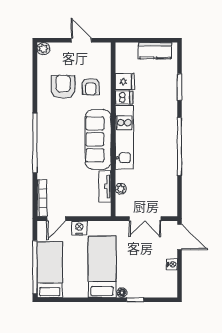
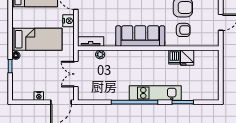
kitchen counter: (155, 51) -> (212, 82), removed
armchair: (91, 86) -> (183, 30), turned 180
kitchen unit: (124, 137) -> (155, 93), moved, turned 180
tv unit: (105, 186) -> (91, 41), moved

